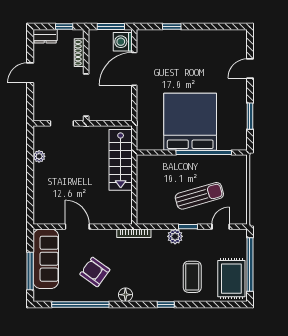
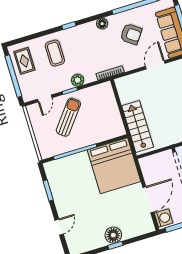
window: (172, 27) -> (115, 245), moved
floor lamp: (189, 40) -> (113, 235), added
bed: (190, 122) -> (114, 166), moved
sun lounger: (199, 196) -> (68, 117), turned 144
door: (77, 227) -> (155, 65), swing flipped
rug: (231, 279) -> (24, 61), width x0.73, depth x0.70

